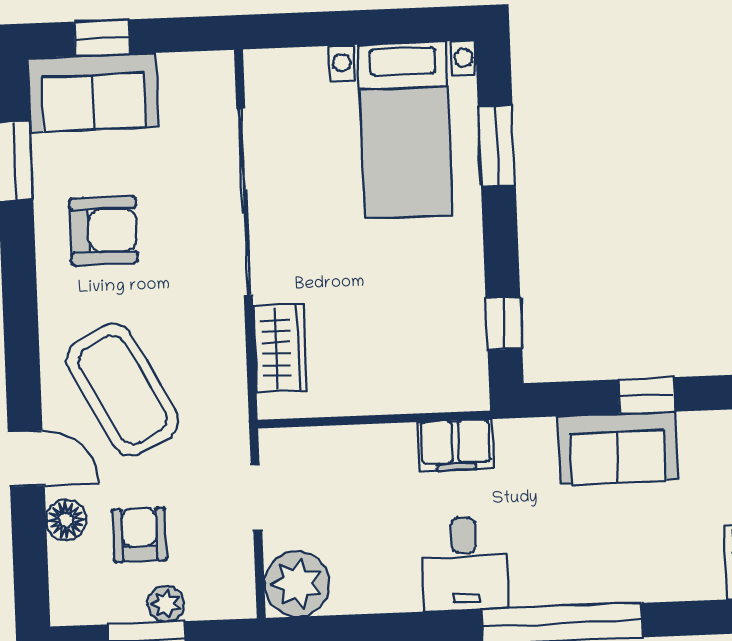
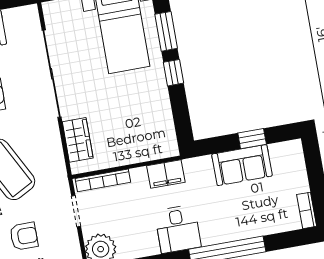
window: (504, 324) -> (173, 73), moved
bookcase: (321, 440) -> (103, 180), added
armchair: (139, 535) -> (24, 236), turned 90

